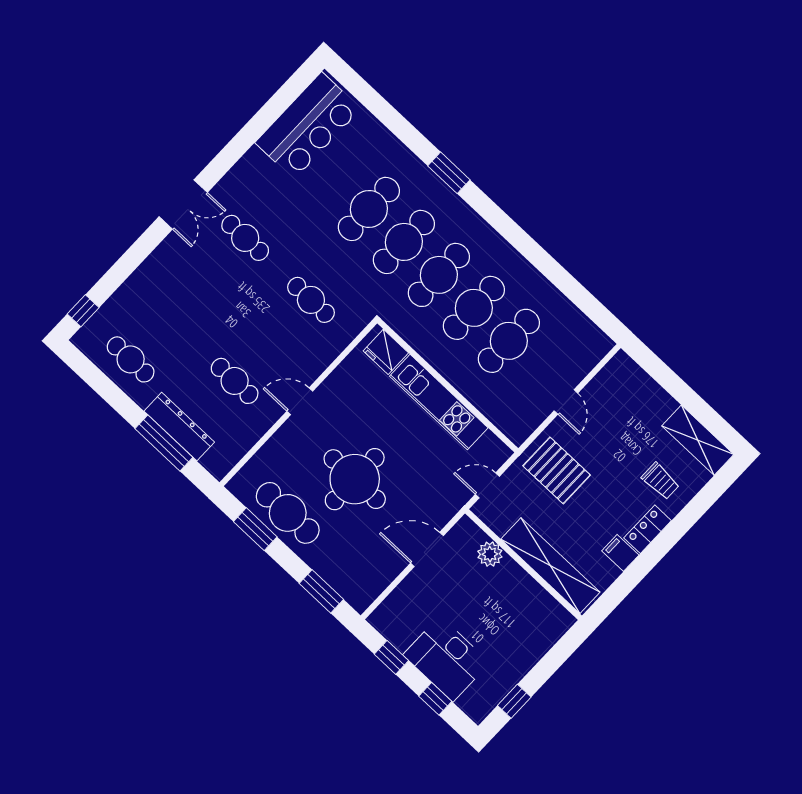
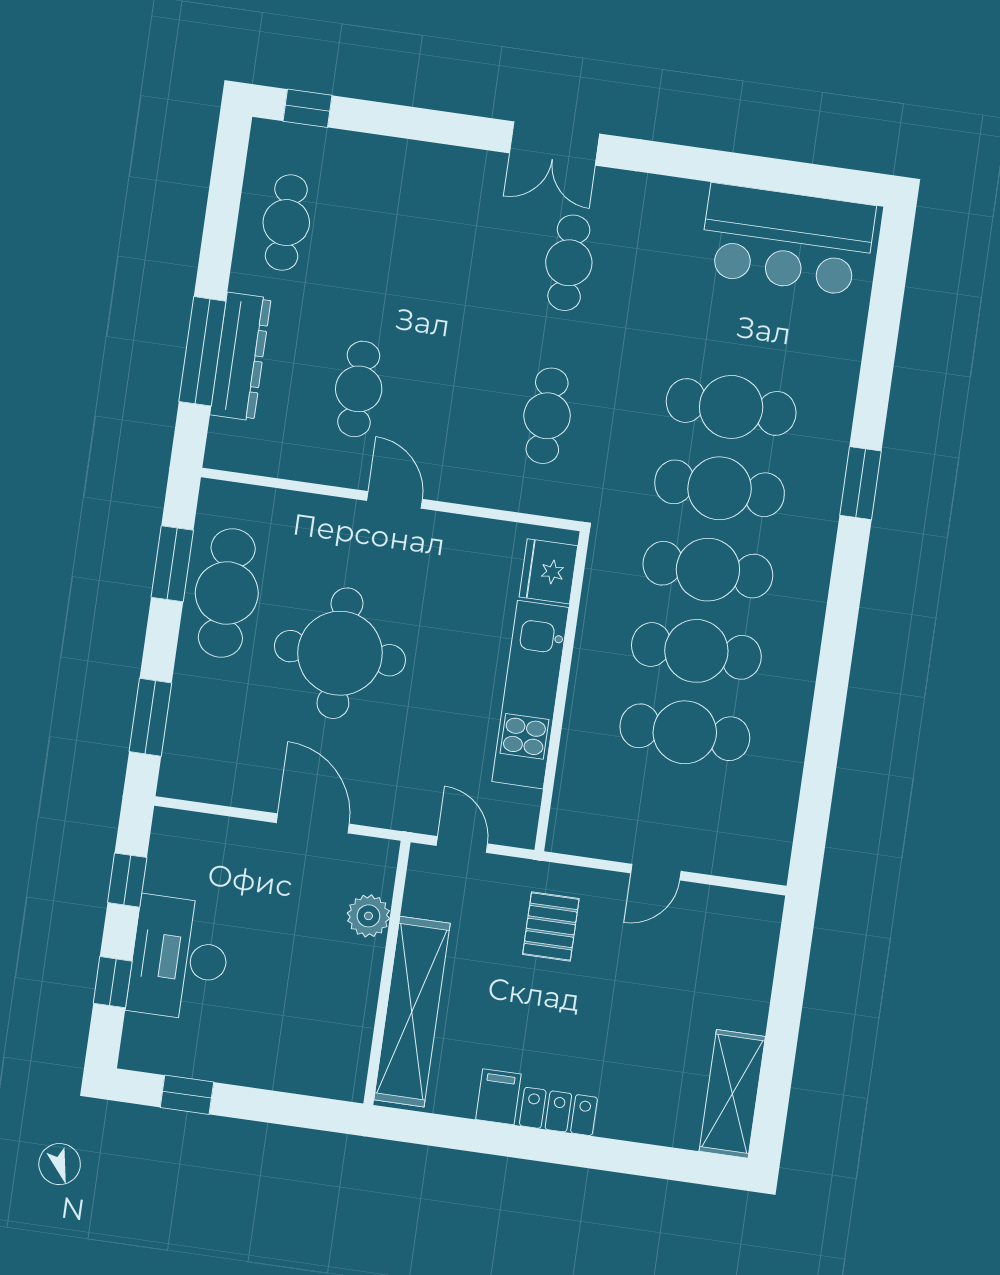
pallet: (557, 470) -> (551, 927), width x0.67, depth x0.71
trolley: (660, 481) -> (638, 1082), removed

